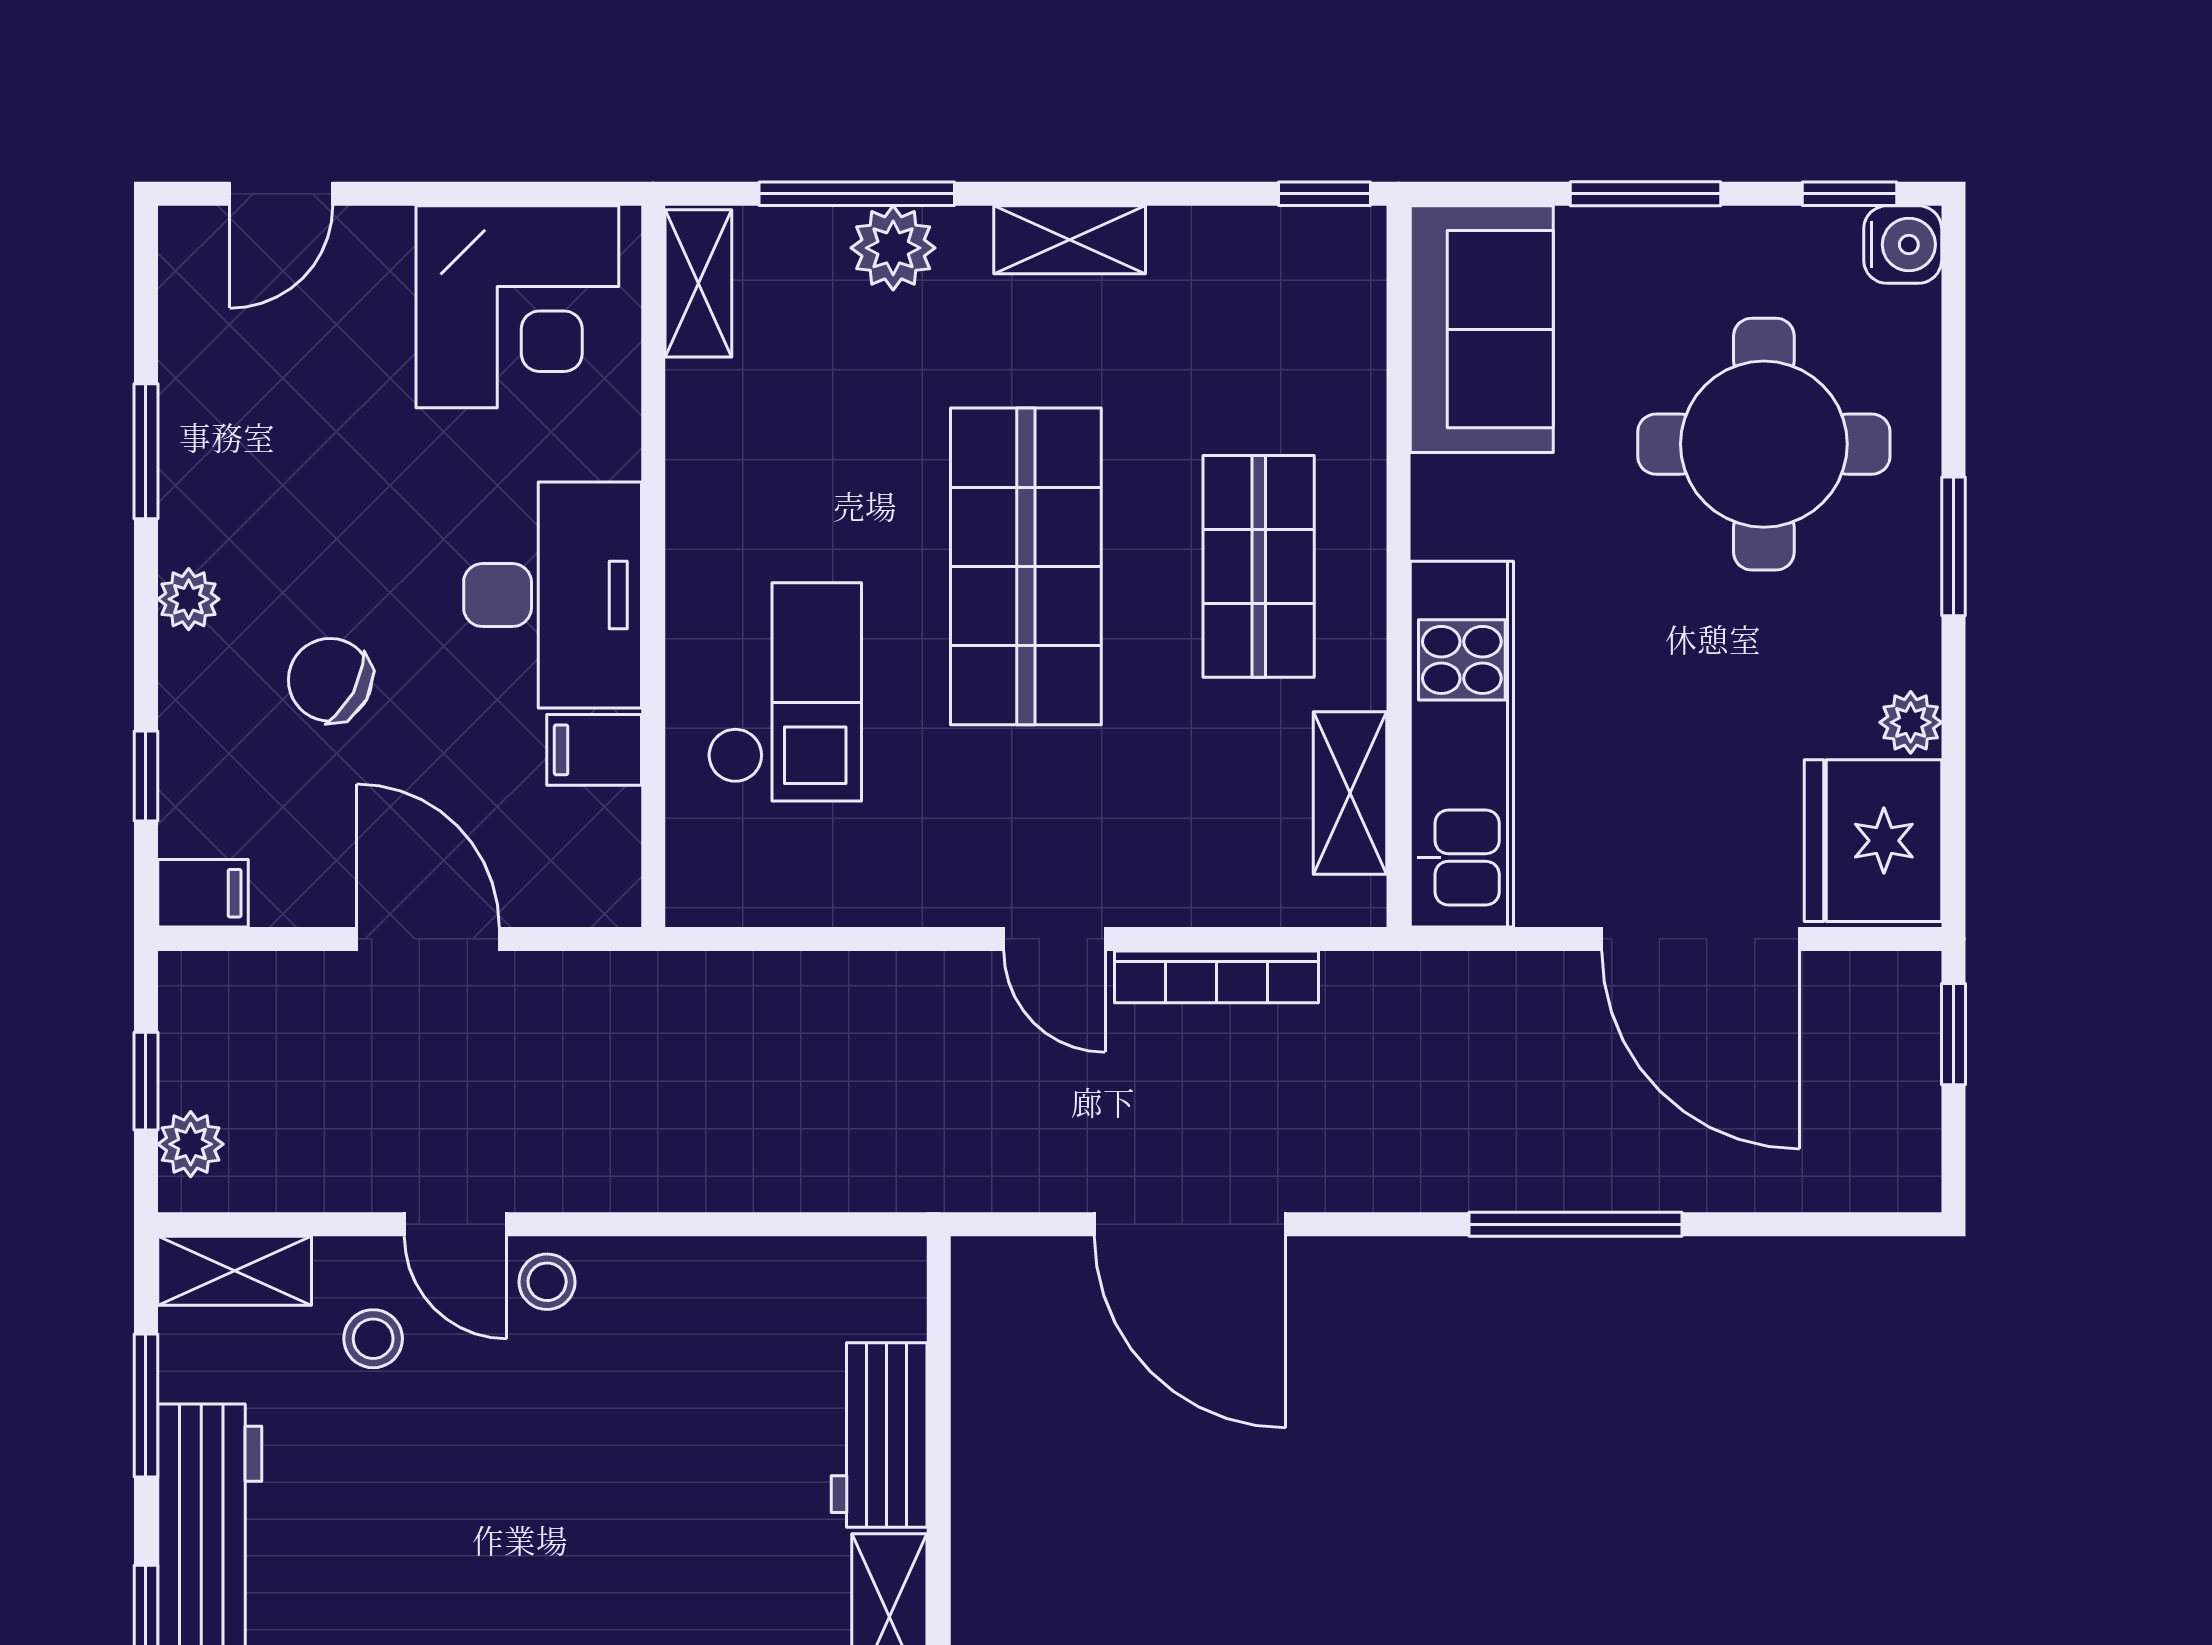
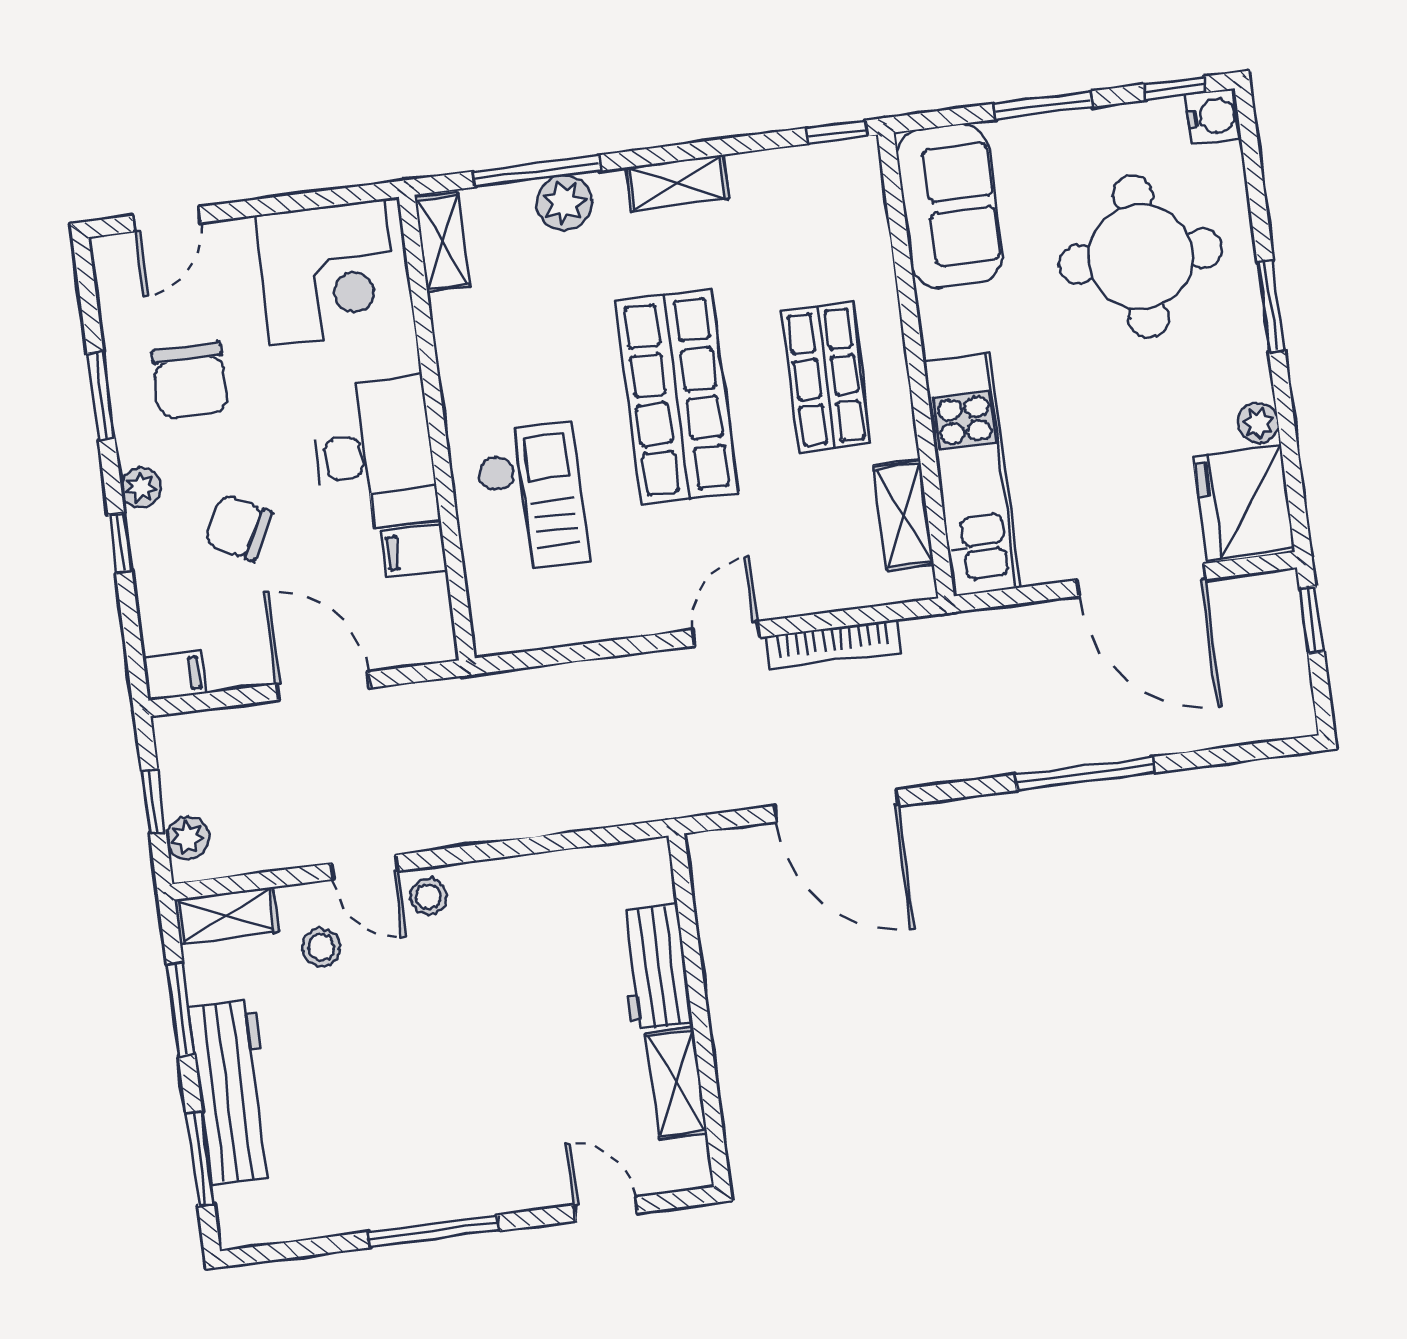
chair: (286, 445) -> (190, 380), added
window: (146, 776) -> (120, 543), moved
door: (1054, 939) -> (726, 634), swing flipped

